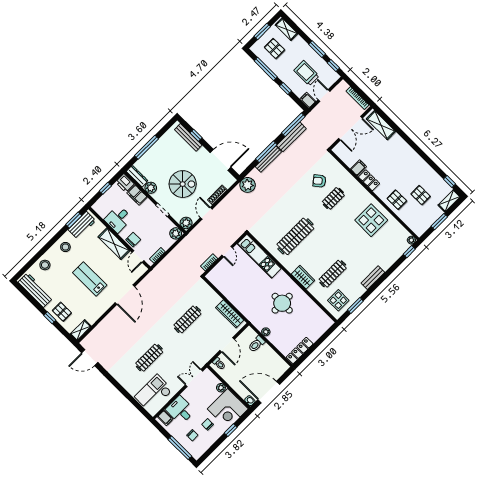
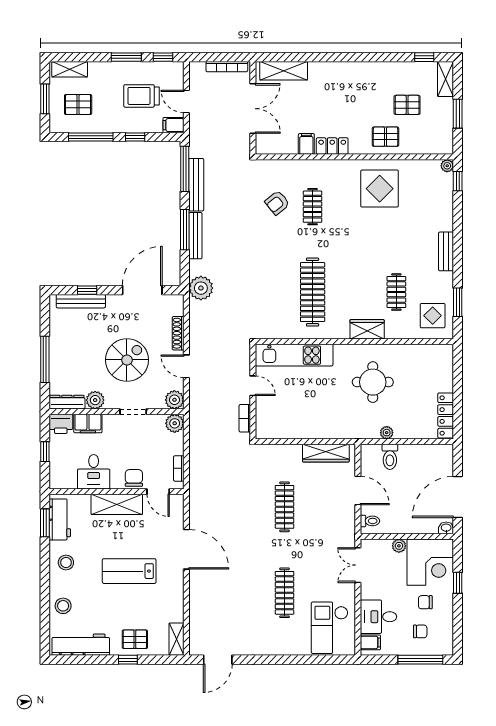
clothes rail: (333, 274) -> (396, 292), width x0.73

